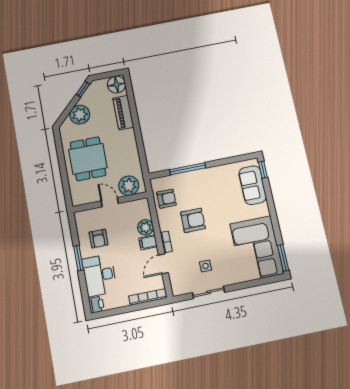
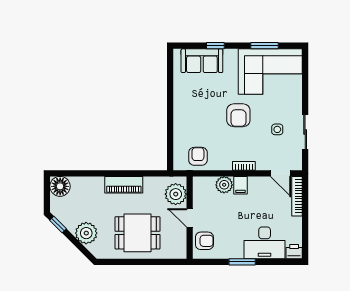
piano: (123, 113) -> (124, 185), moved
window: (188, 169) -> (170, 127), removed
window: (263, 170) -> (215, 46), moved
door: (110, 202) -> (190, 218), hinge flipped
armchair: (193, 220) -> (238, 115), moved, turned 180
armchair: (99, 239) -> (204, 241), moved
window: (283, 258) -> (265, 46), moved
door: (163, 264) -> (281, 173), moved

